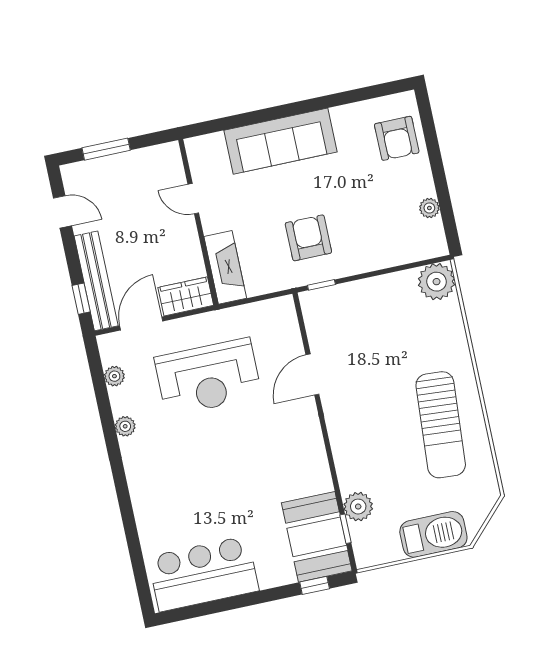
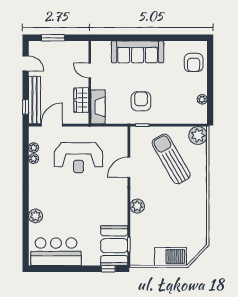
wardrobe: (186, 296) -> (81, 100), moved, turned -90
sun lounger: (441, 425) -> (171, 159), moved, turned 146
plant: (125, 426) -> (34, 159), moved
plant: (358, 507) -> (137, 206), moved
plant: (148, 511) -> (36, 216), added

